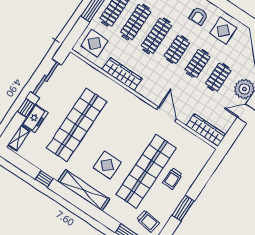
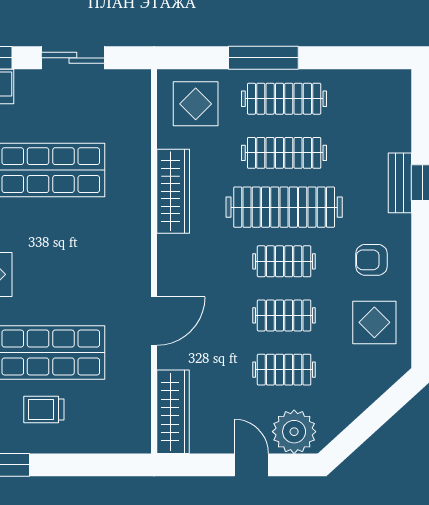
clothes rail: (156, 36) -> (284, 207), width x1.37, depth x1.31
sliding door: (46, 78) -> (73, 58), width x0.73

